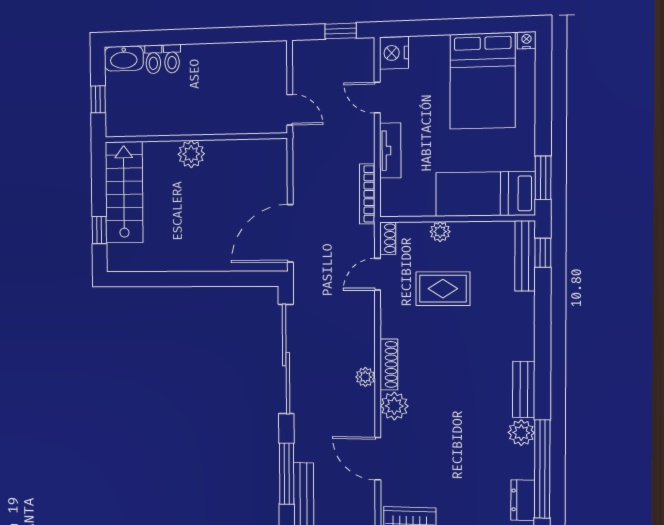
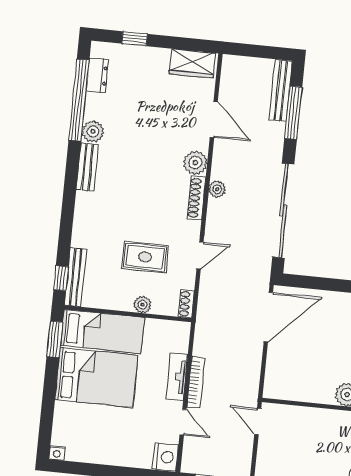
bed: (483, 81) -> (96, 377), moved, turned 90
bookcase: (367, 194) -> (196, 382), moved
door: (378, 274) -> (200, 255), moved

